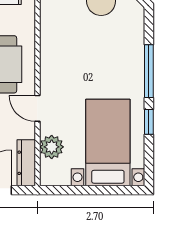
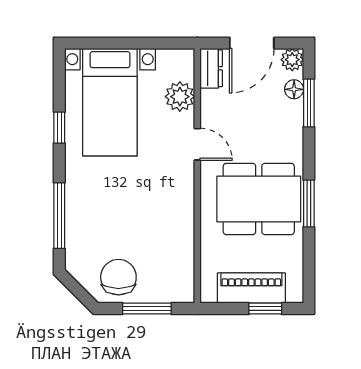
window: (149, 71) -> (59, 216), moved
dresser: (26, 163) -> (211, 68), width x0.70

